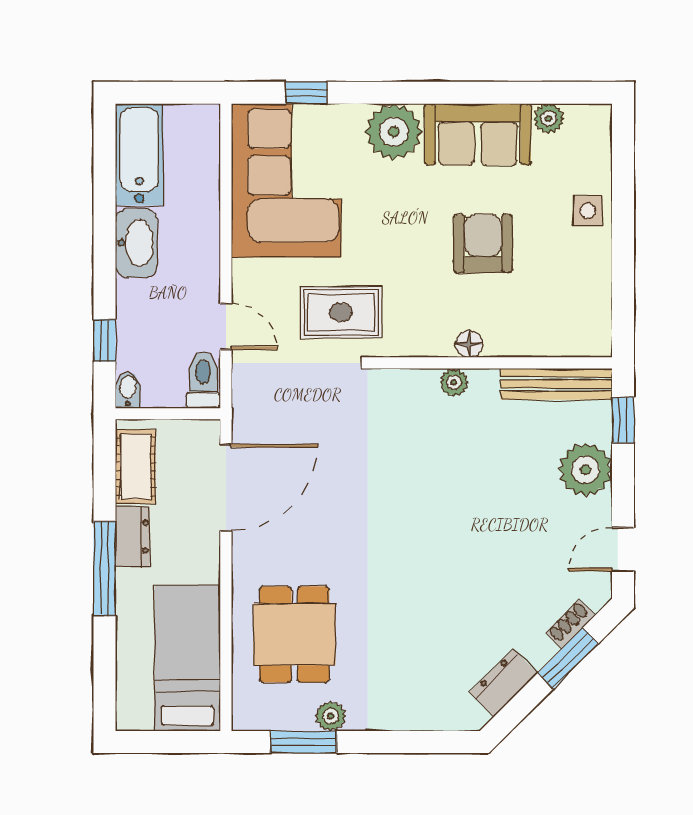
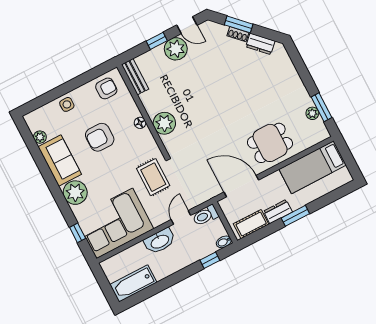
washbasin: (136, 243) -> (160, 241), moved, turned 180
armchair: (578, 311) -> (106, 88), added
plant: (454, 382) -> (164, 123), width x1.88, depth x1.88
bench: (556, 384) -> (135, 77), width x0.73
window: (623, 420) -> (157, 41), moved
plant: (585, 470) -> (176, 49), moved
window: (104, 568) -> (295, 216), width x0.69
shoe rack: (571, 624) -> (238, 34), moved
dining table: (294, 634) -> (270, 143), moved
plant: (331, 716) -> (312, 113), moved

